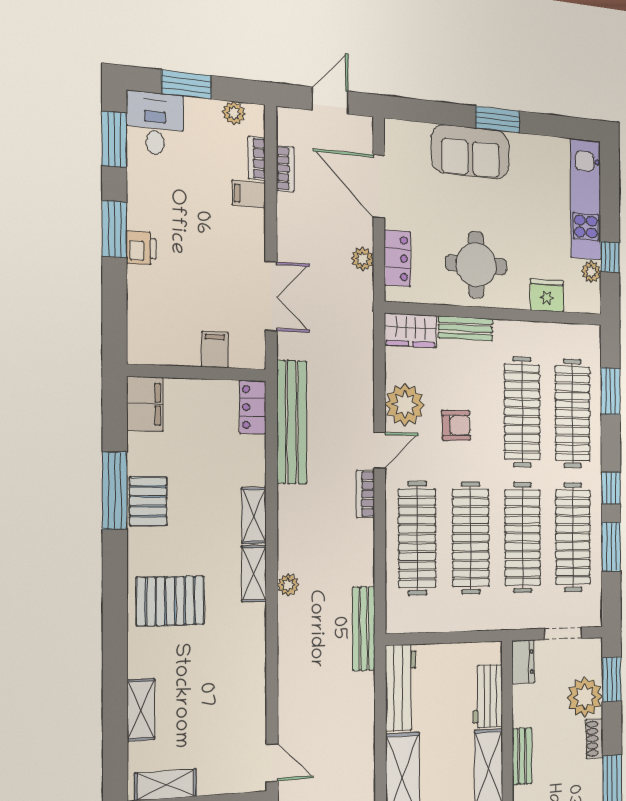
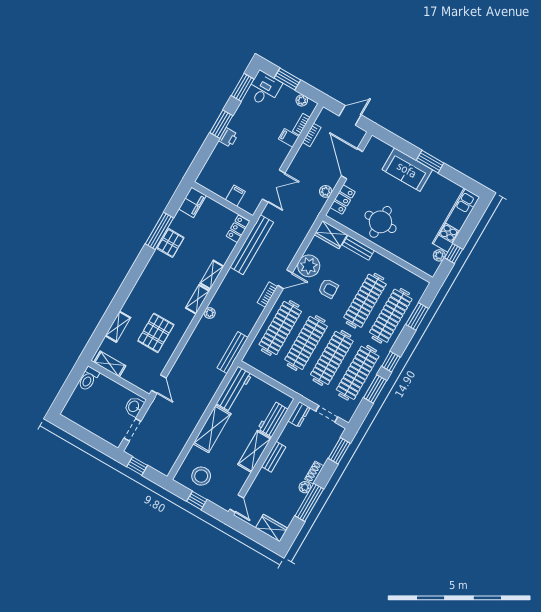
fridge: (547, 295) -> (409, 254), removed
pallet: (170, 601) -> (156, 333), moved, turned 90
plant: (585, 697) -> (305, 487), moved, width x0.53, depth x0.53

